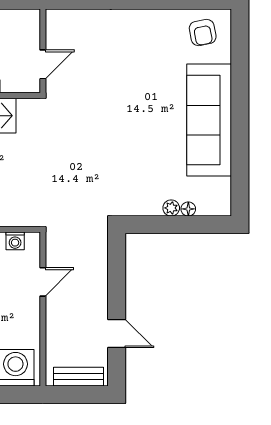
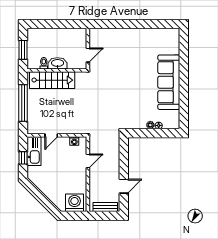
armchair: (203, 33) -> (166, 40), removed
door: (117, 334) -> (124, 186), hinge flipped

